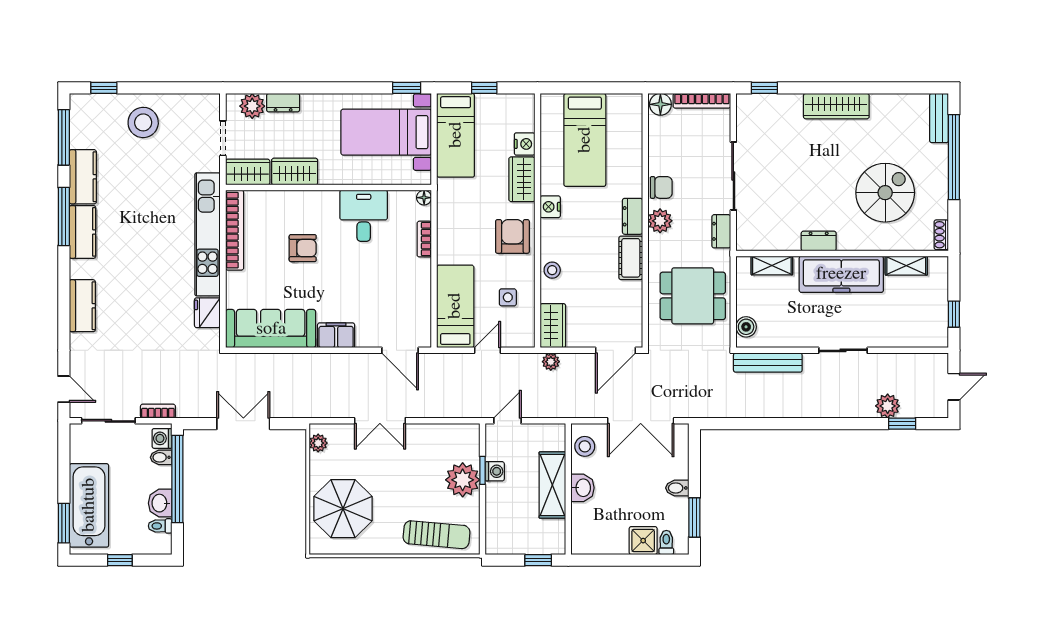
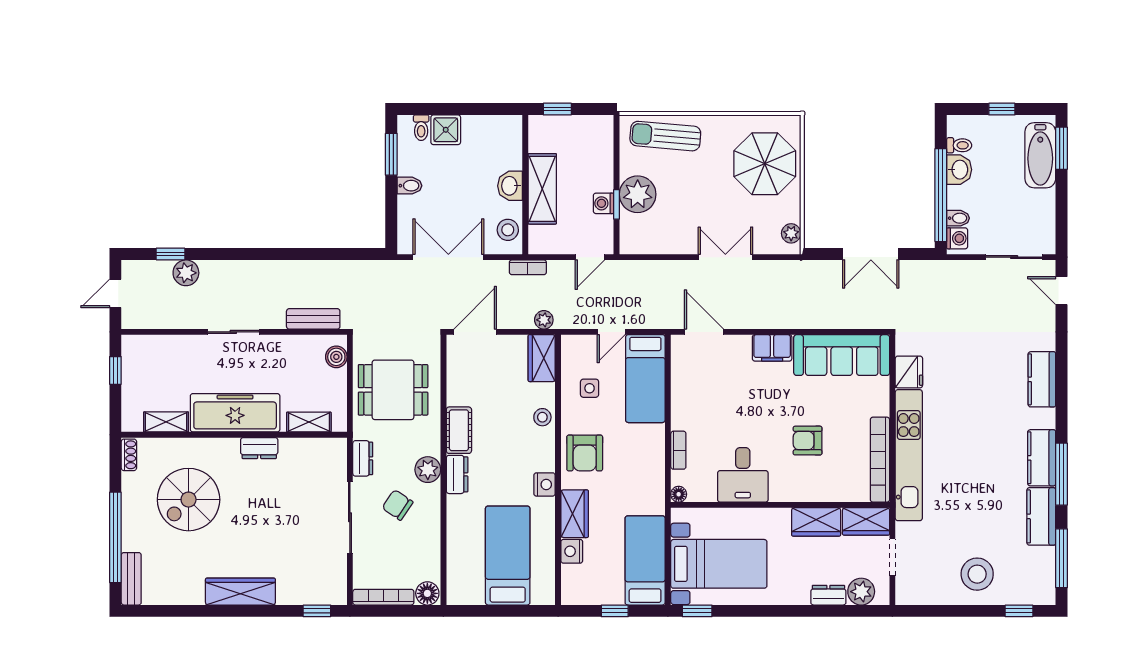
chair: (661, 187) -> (398, 505), moved, turned 34
bench: (768, 363) -> (313, 319), width x0.73
bookcase: (158, 411) -> (528, 267), moved
bathtub: (89, 505) -> (1040, 155), width x0.73, depth x0.73

